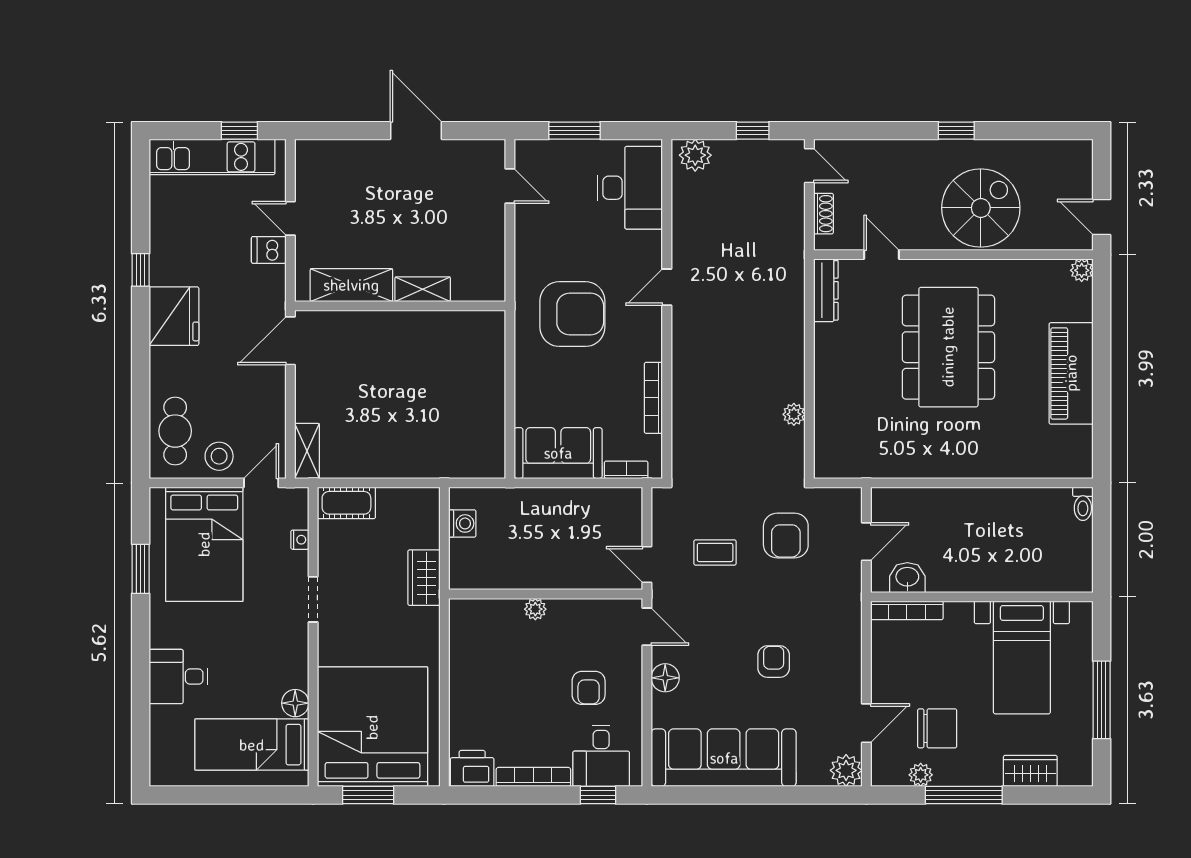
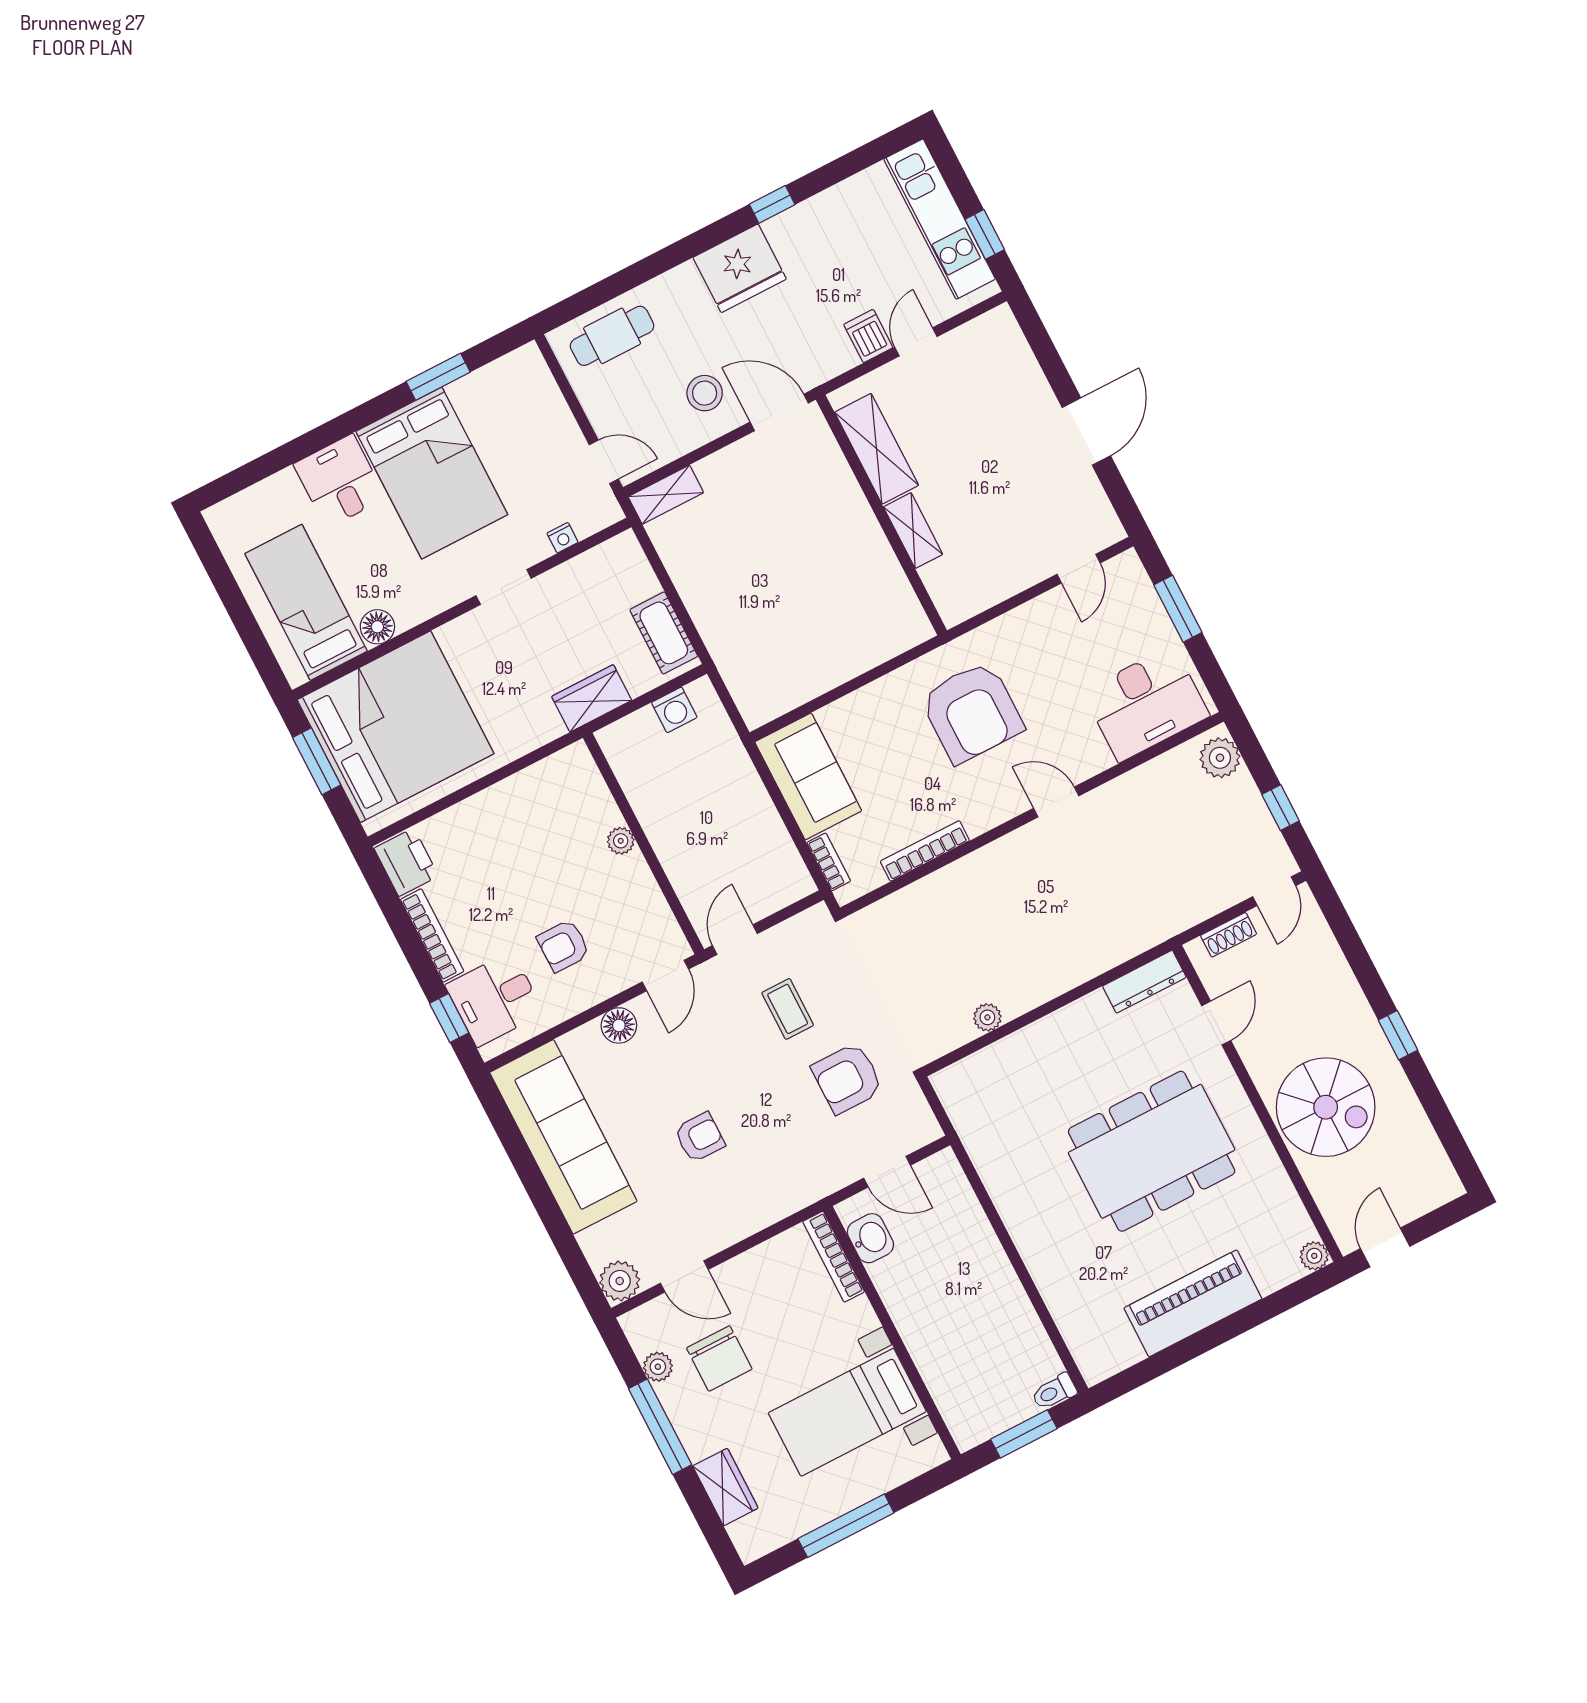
stool: (219, 456) -> (705, 393), moved
cot: (346, 503) -> (664, 633), moved
window: (1102, 541) -> (1024, 1434), added
bed: (204, 544) -> (432, 473), moved, turned -90

